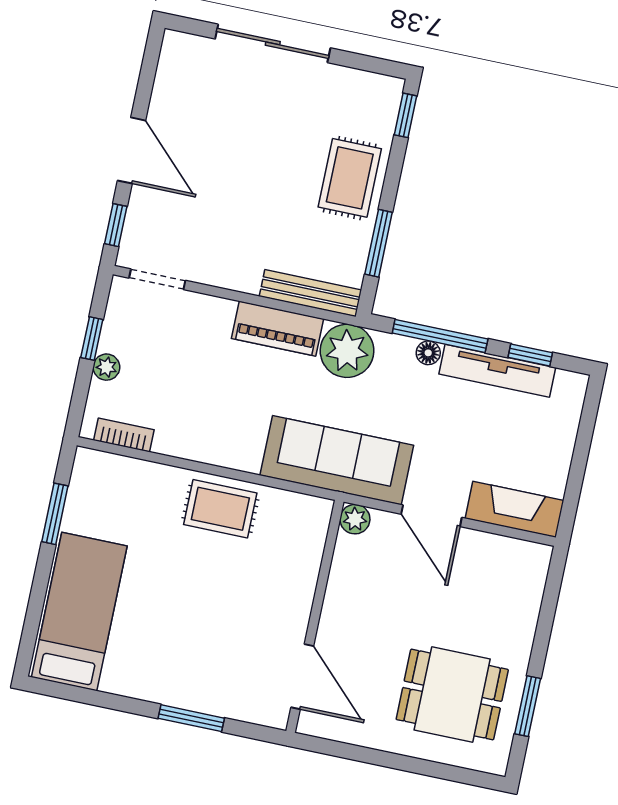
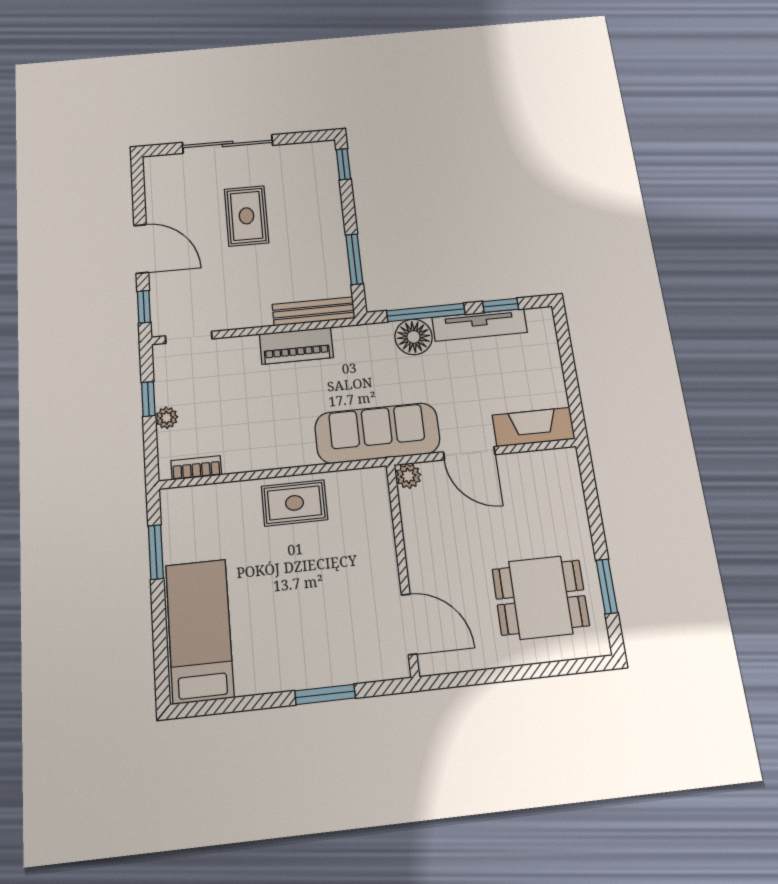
rug: (350, 178) -> (246, 216), moved
plant: (347, 351) -> (357, 346), removed
floor lamp: (428, 353) -> (414, 337), width x1.89, depth x1.89

